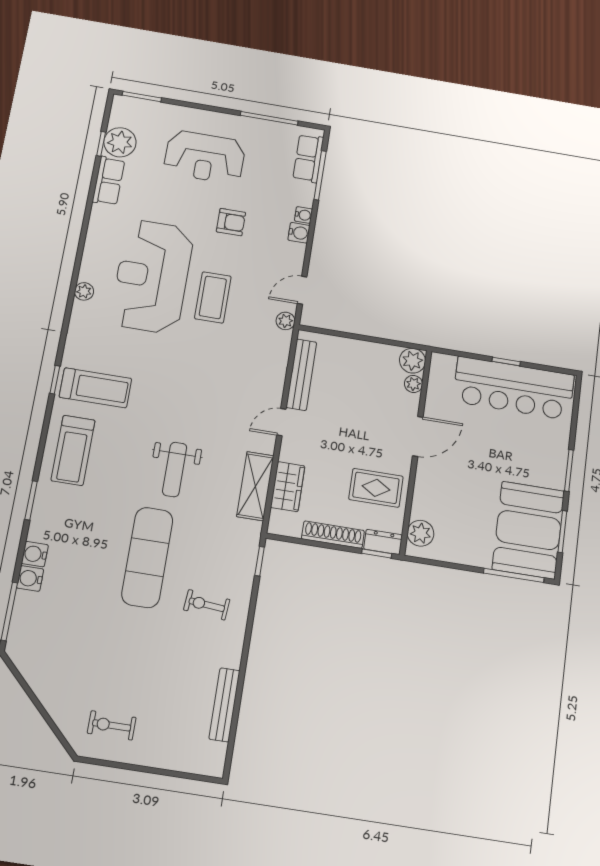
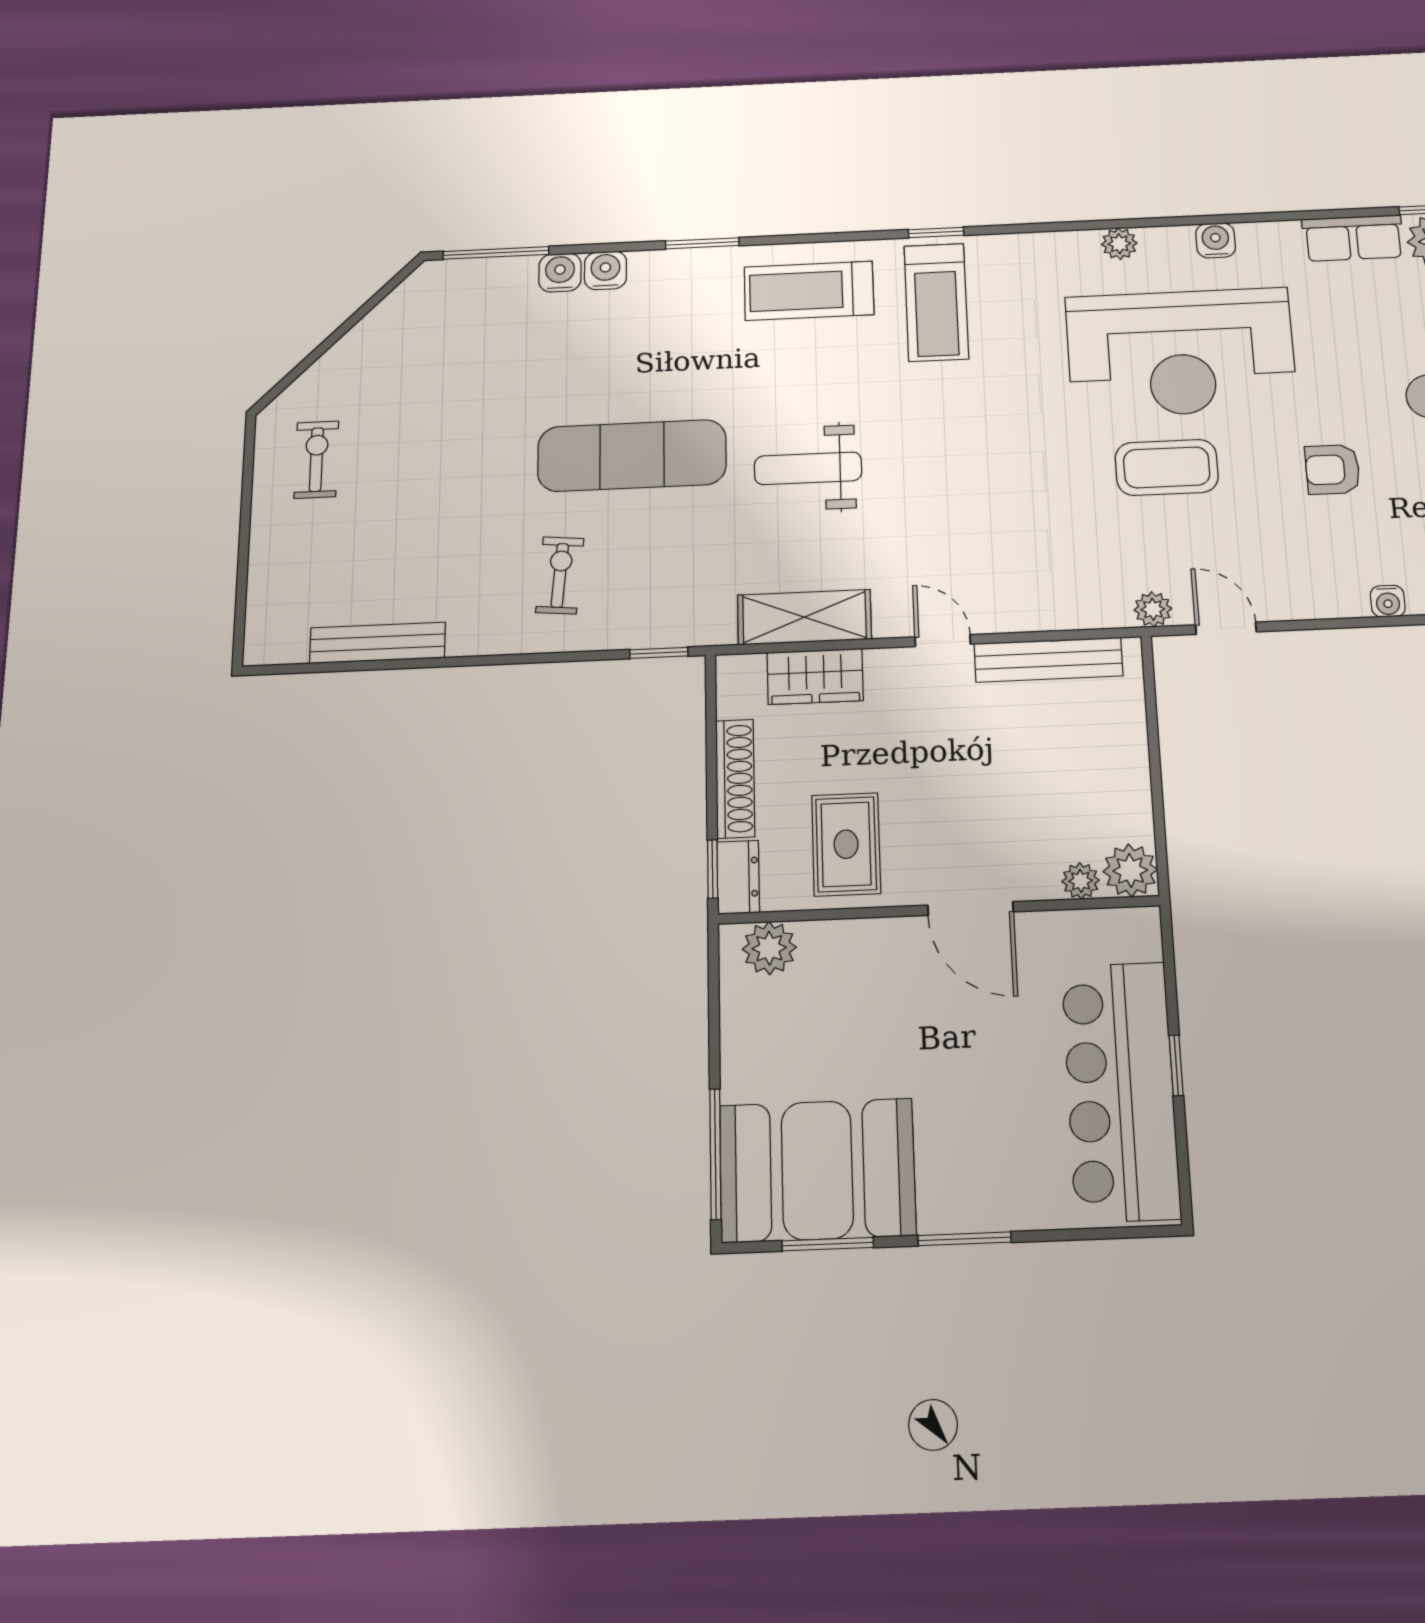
armchair: (231, 222) -> (1333, 469), turned 90
water cooler: (299, 233) -> (1216, 240), moved, turned 180
reception desk: (152, 276) -> (1181, 352), turned 180

